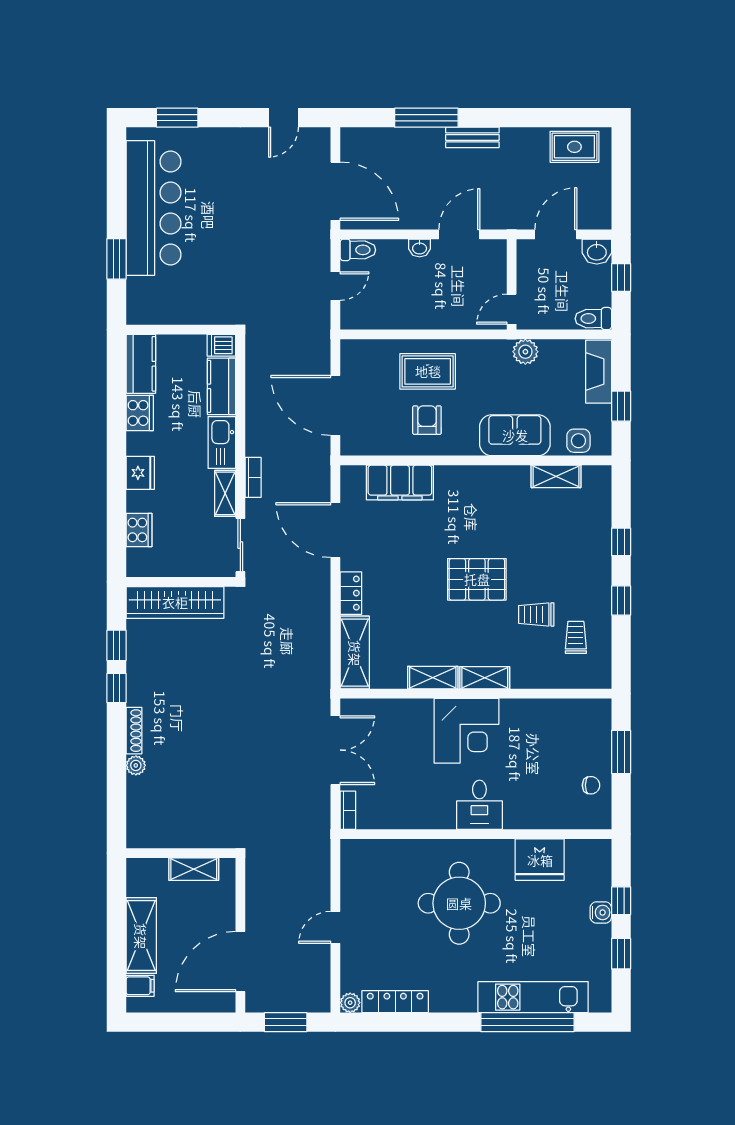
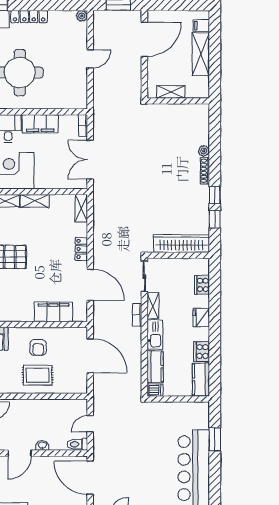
shelving: (355, 653) -> (81, 208), width x0.67, depth x0.75
filing cabinet: (423, 813) -> (40, 124), added
locker: (395, 1002) -> (29, 17), moved

